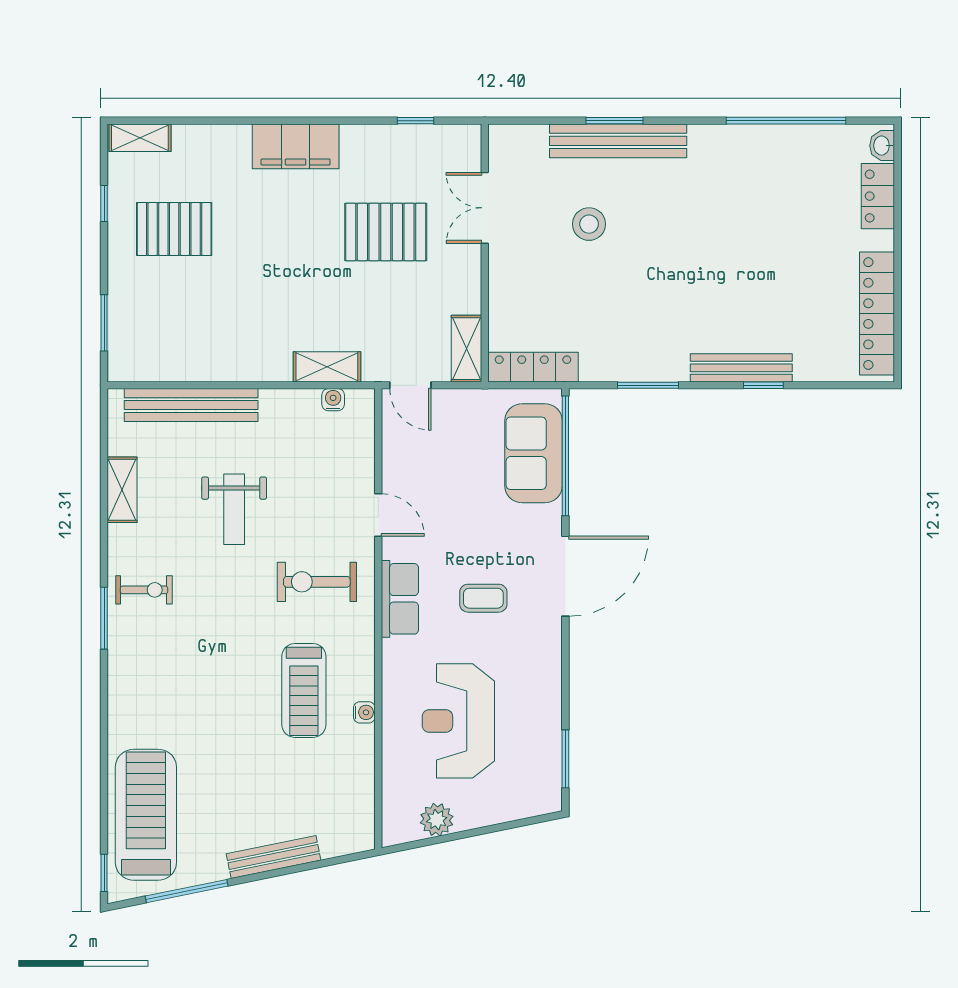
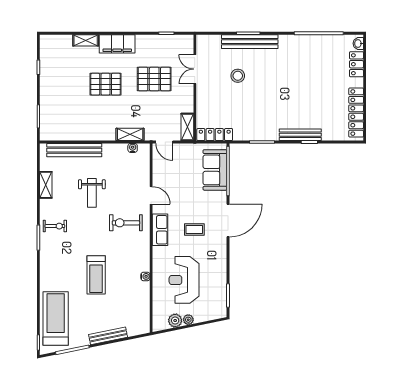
shelving: (140, 138) -> (86, 40), moved
pallet: (174, 229) -> (106, 84), moved
treadmill: (304, 690) -> (96, 275), moved
plant: (469, 818) -> (188, 320), added

